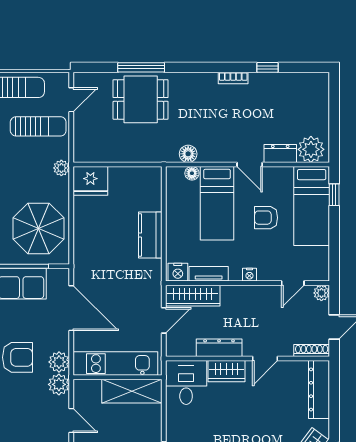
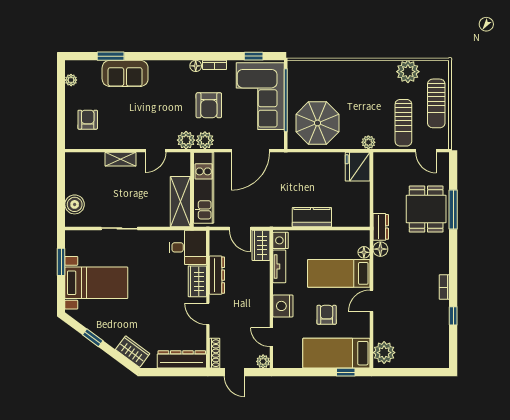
dresser: (280, 153) -> (381, 227), moved
nightstand: (249, 275) -> (283, 306), width x1.89, depth x1.79
wardrobe: (193, 296) -> (261, 245), width x0.67

